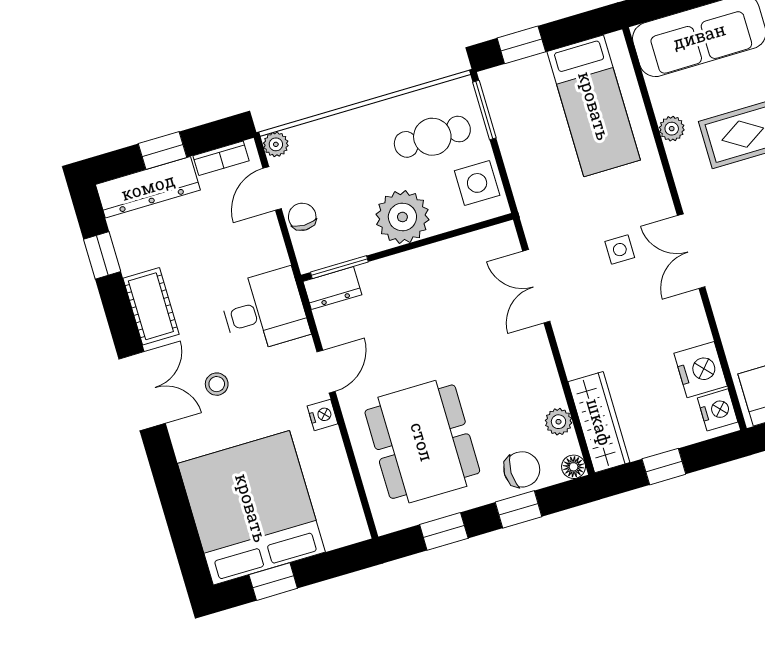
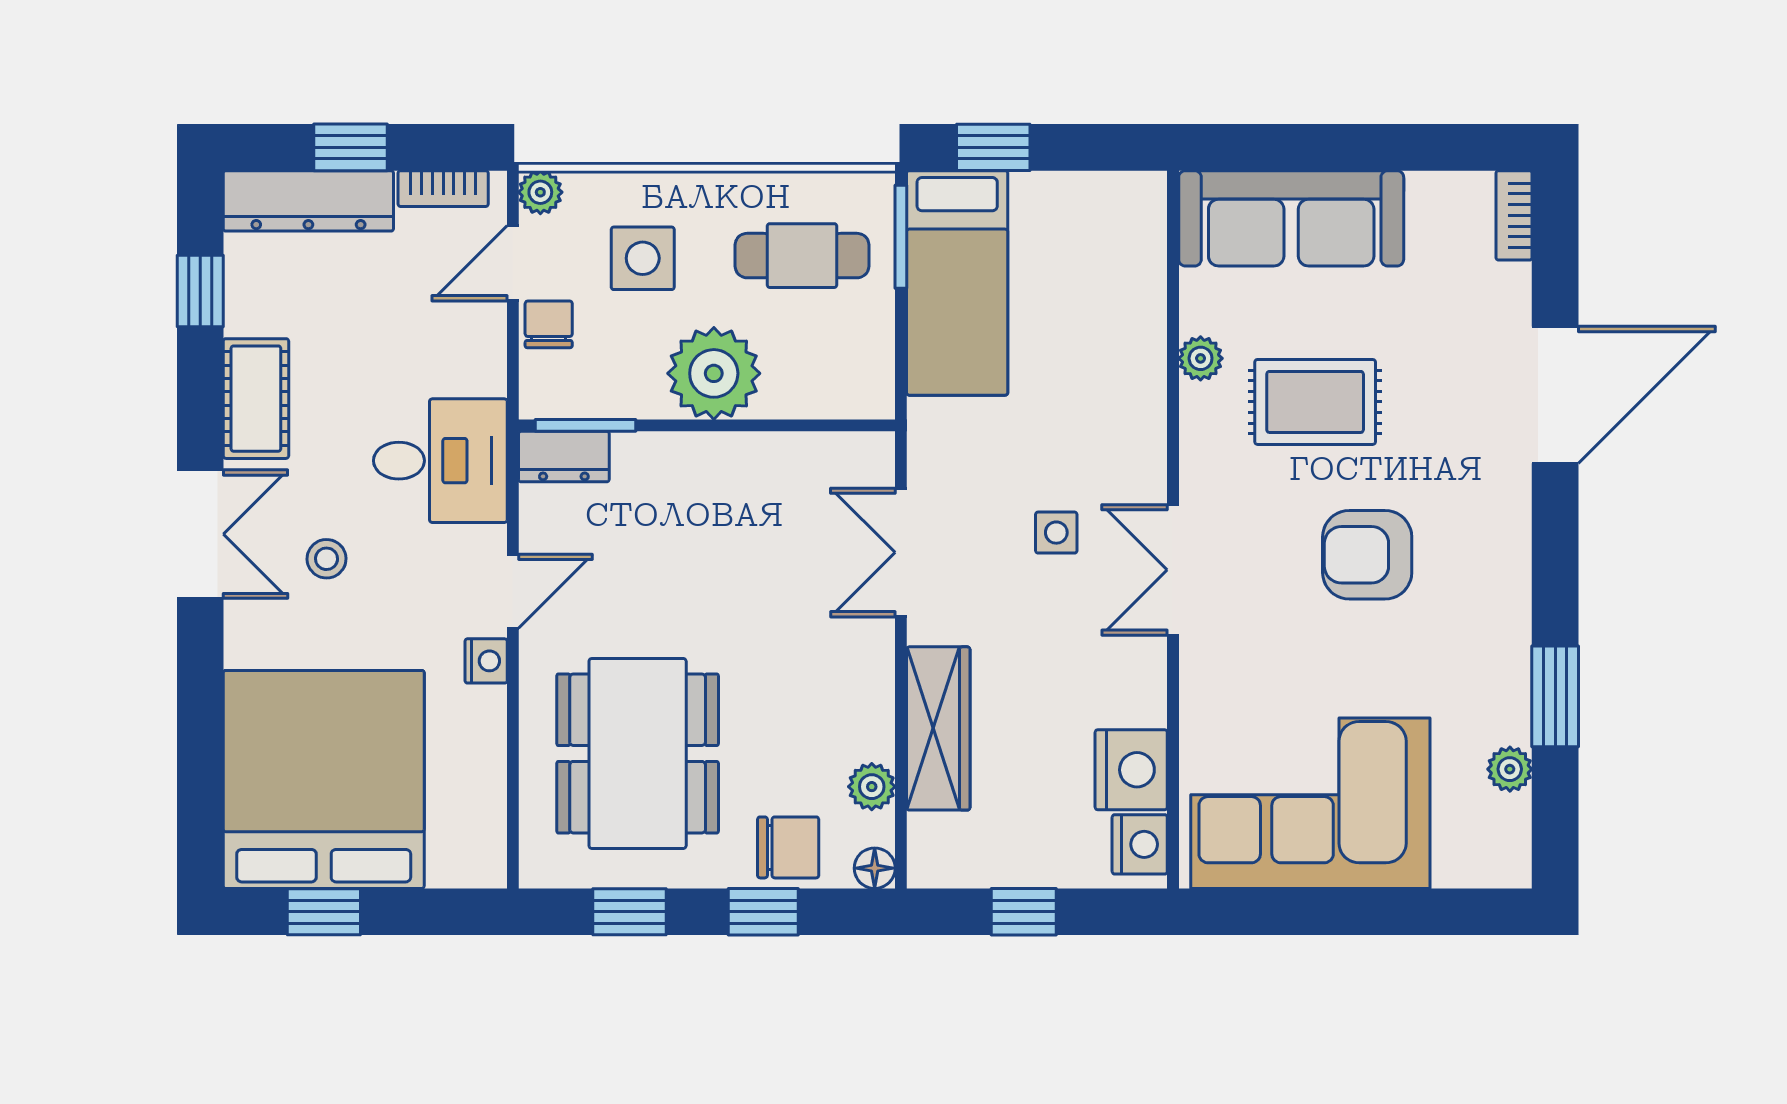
bed: (594, 106) -> (957, 283), moved
side table: (477, 183) -> (643, 258), moved
wardrobe: (599, 422) -> (938, 728), moved

